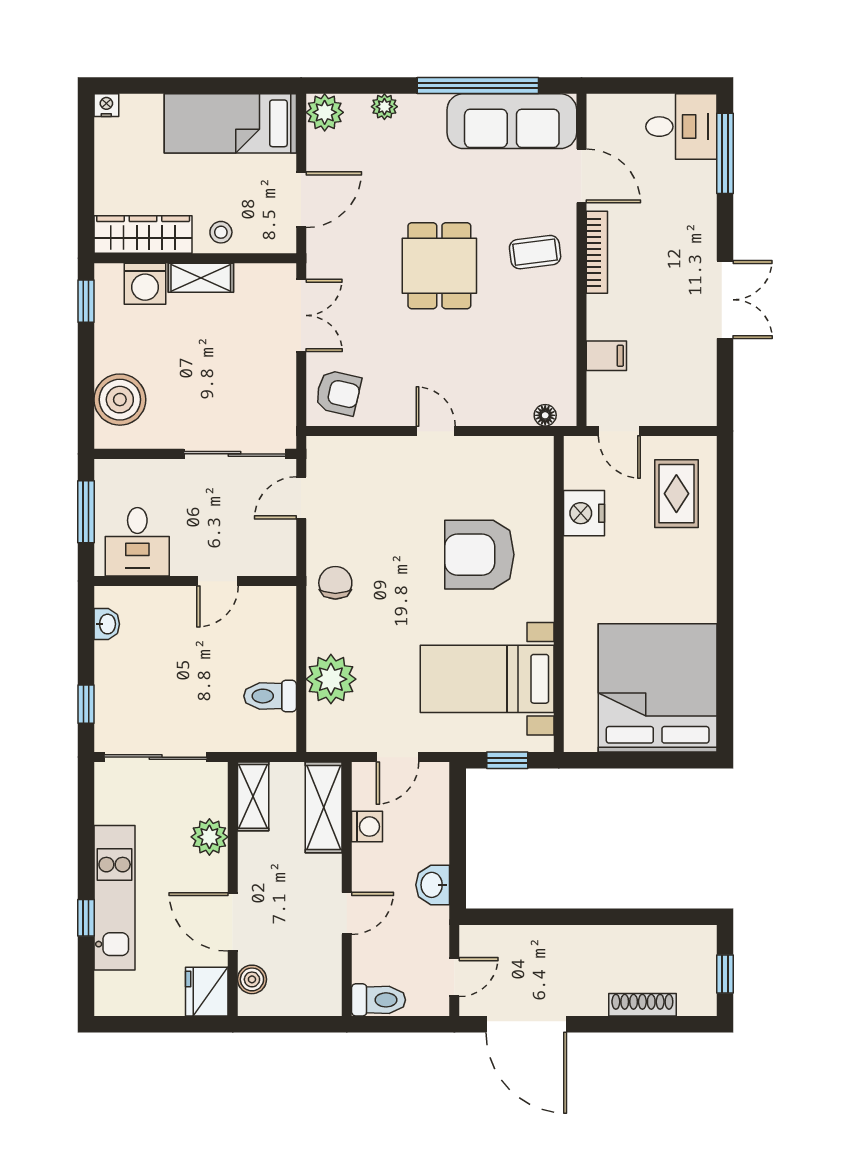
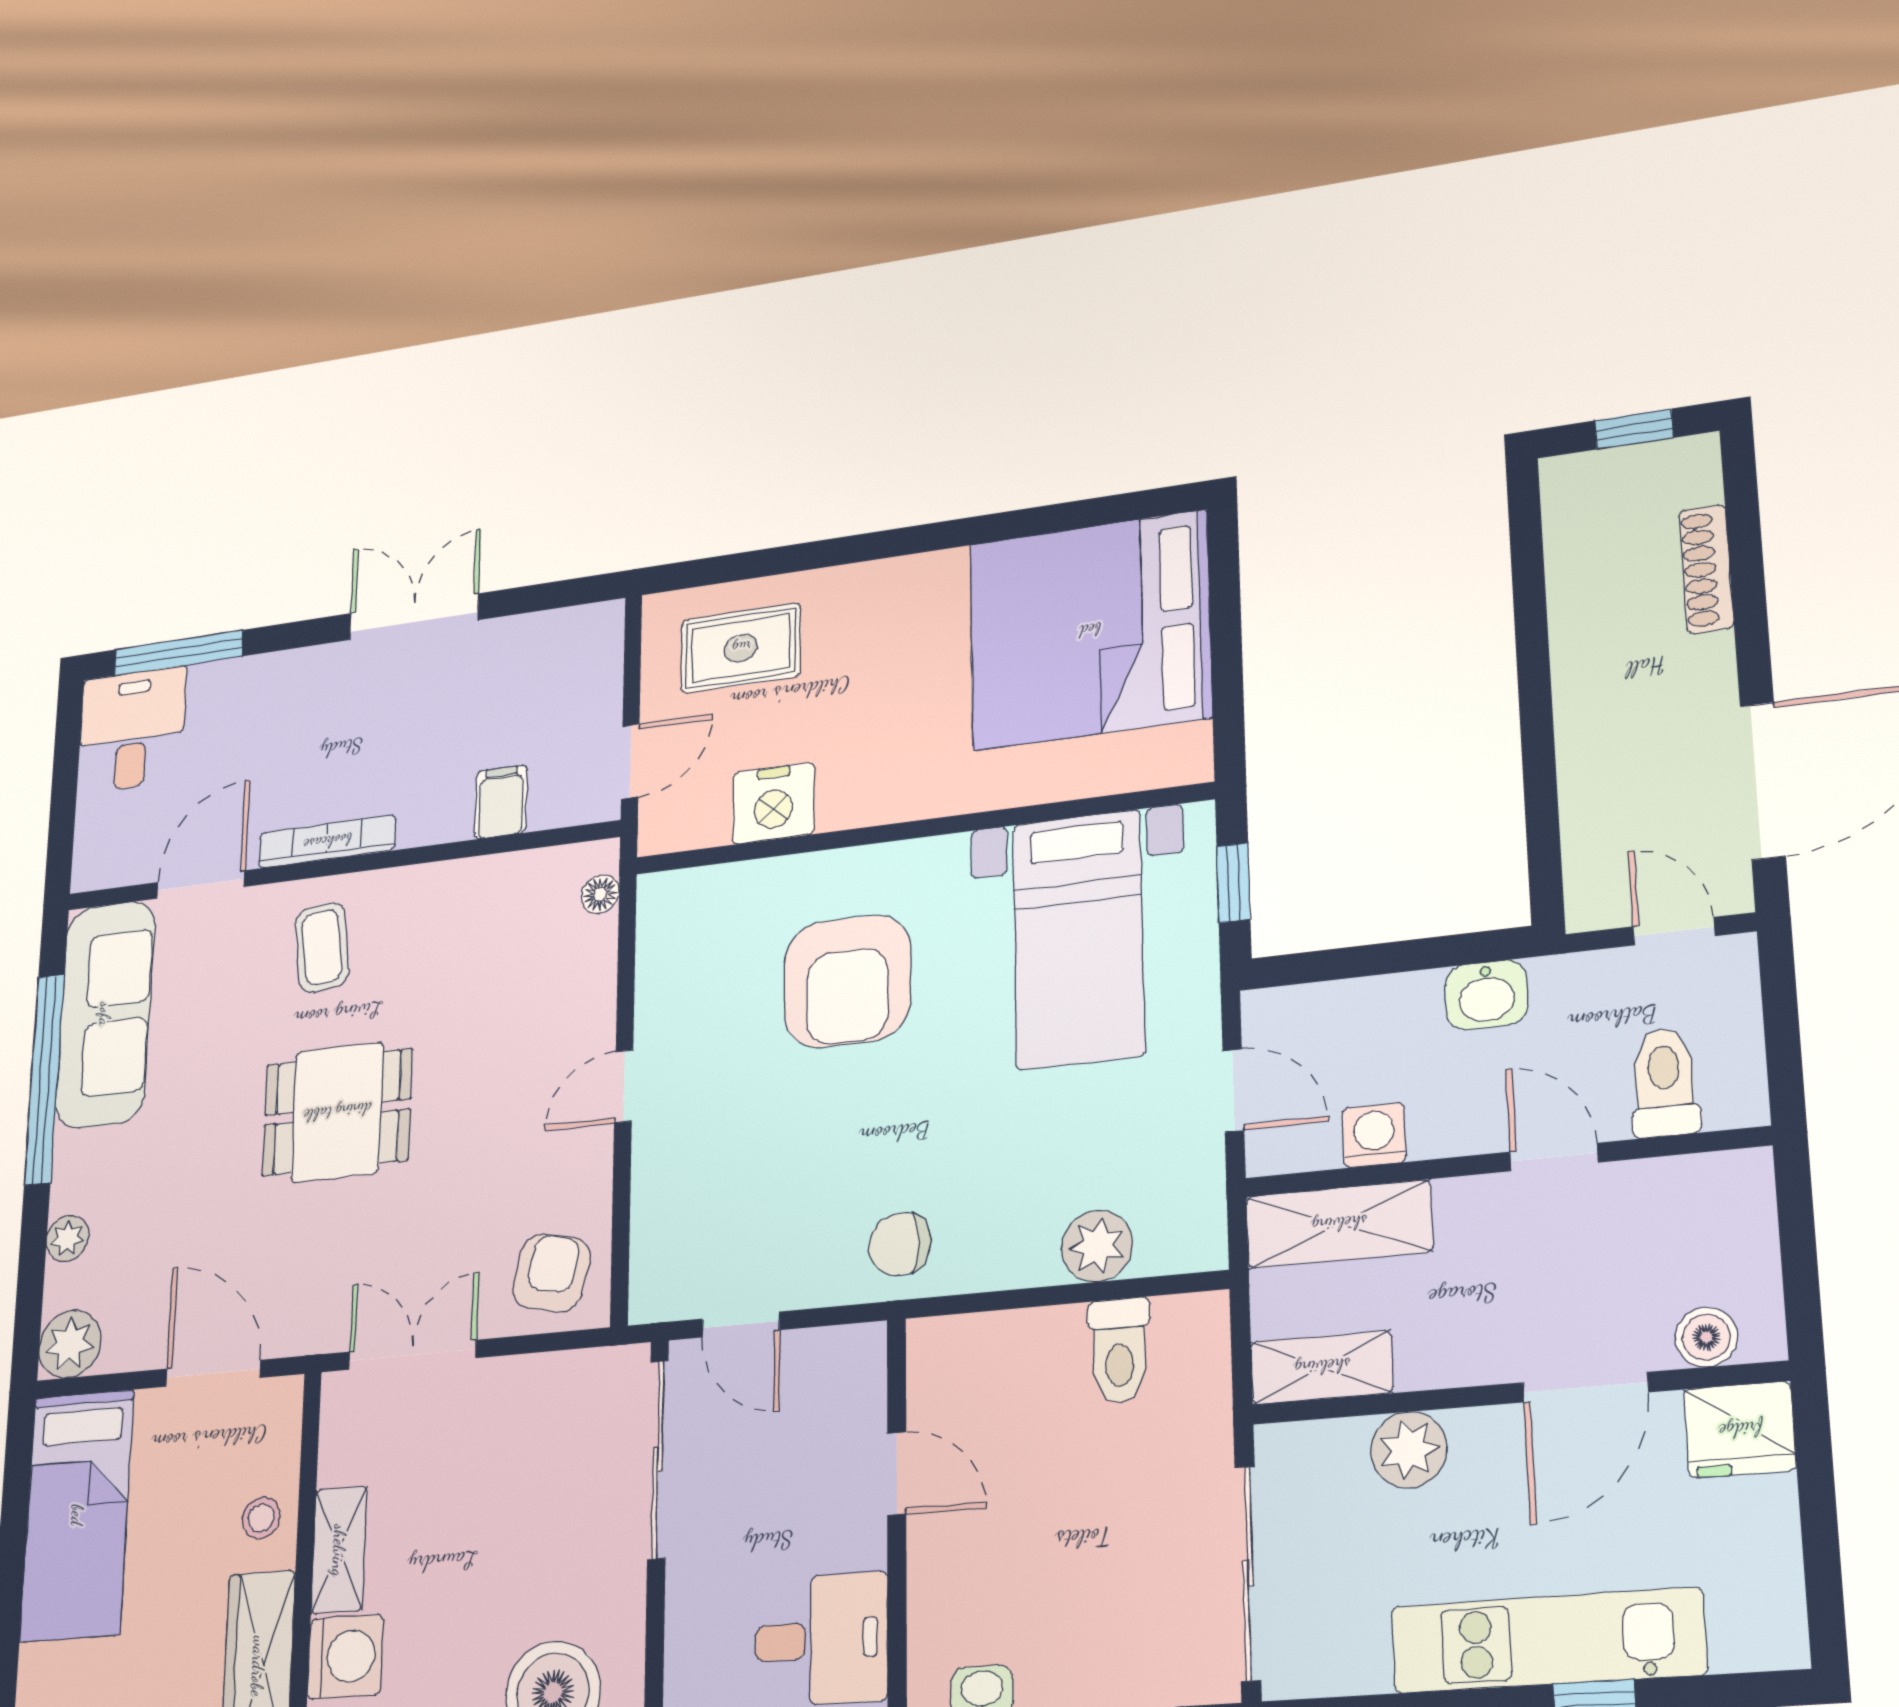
plant: (331, 679) -> (1097, 1246), width x0.73, depth x0.73
toilet: (378, 1000) -> (1664, 1082), moved

